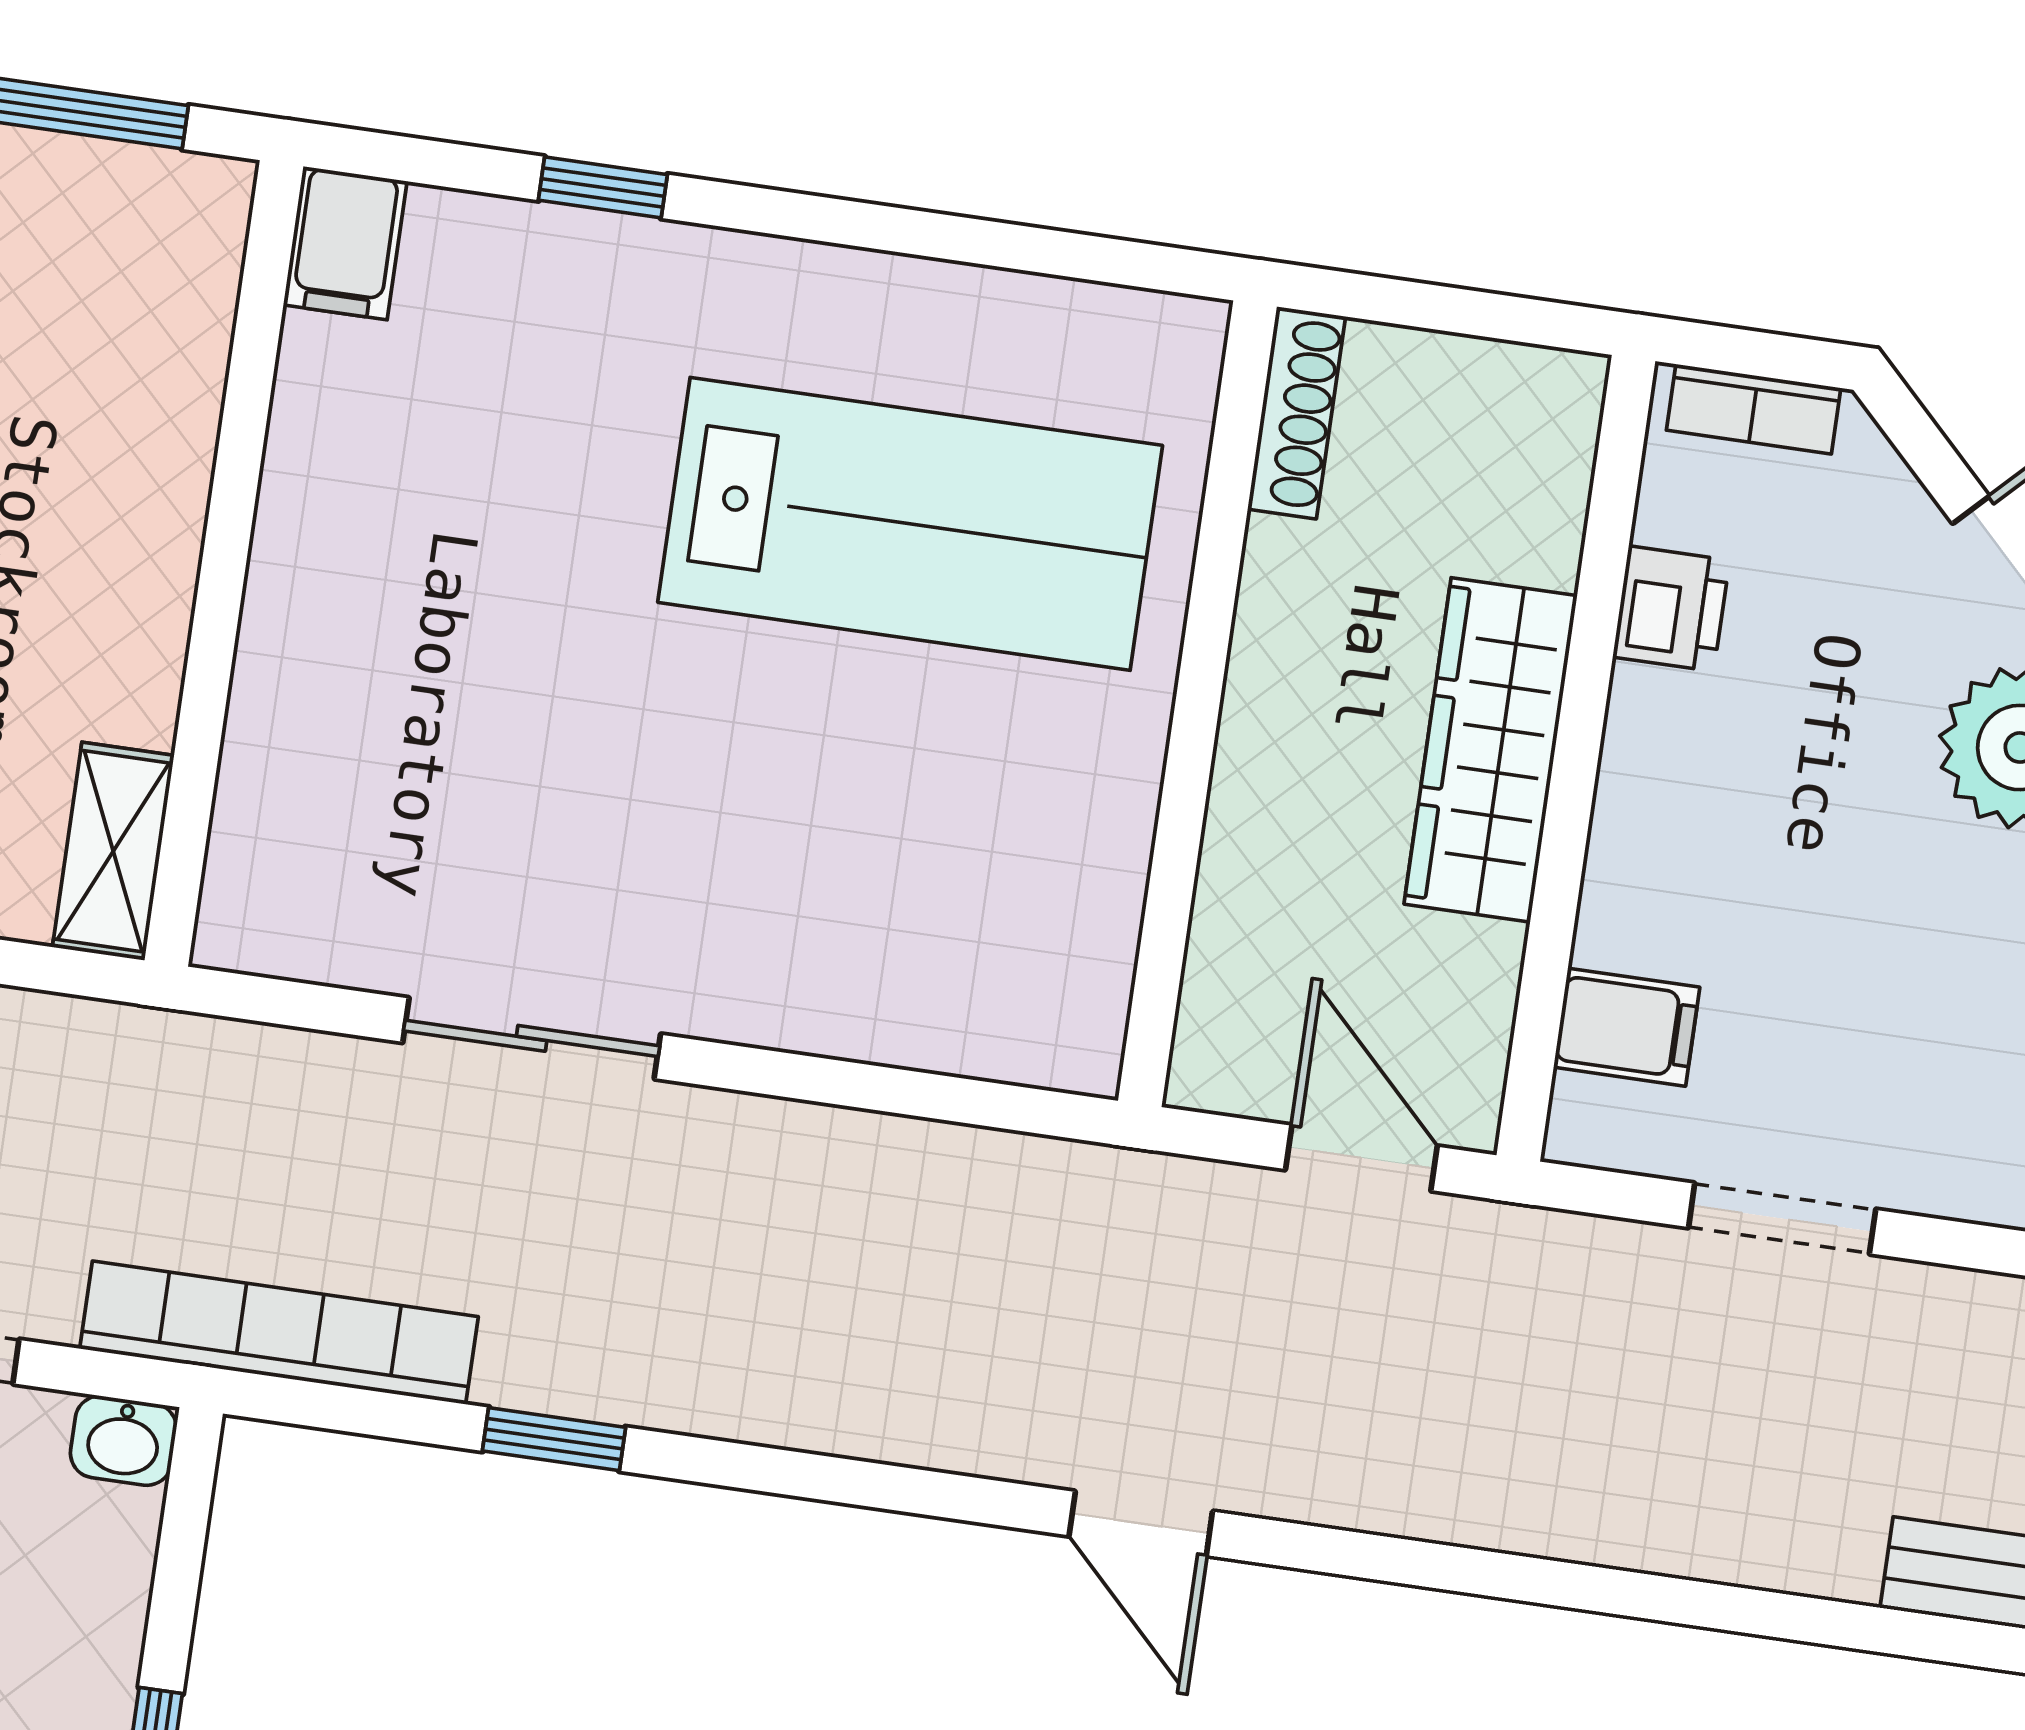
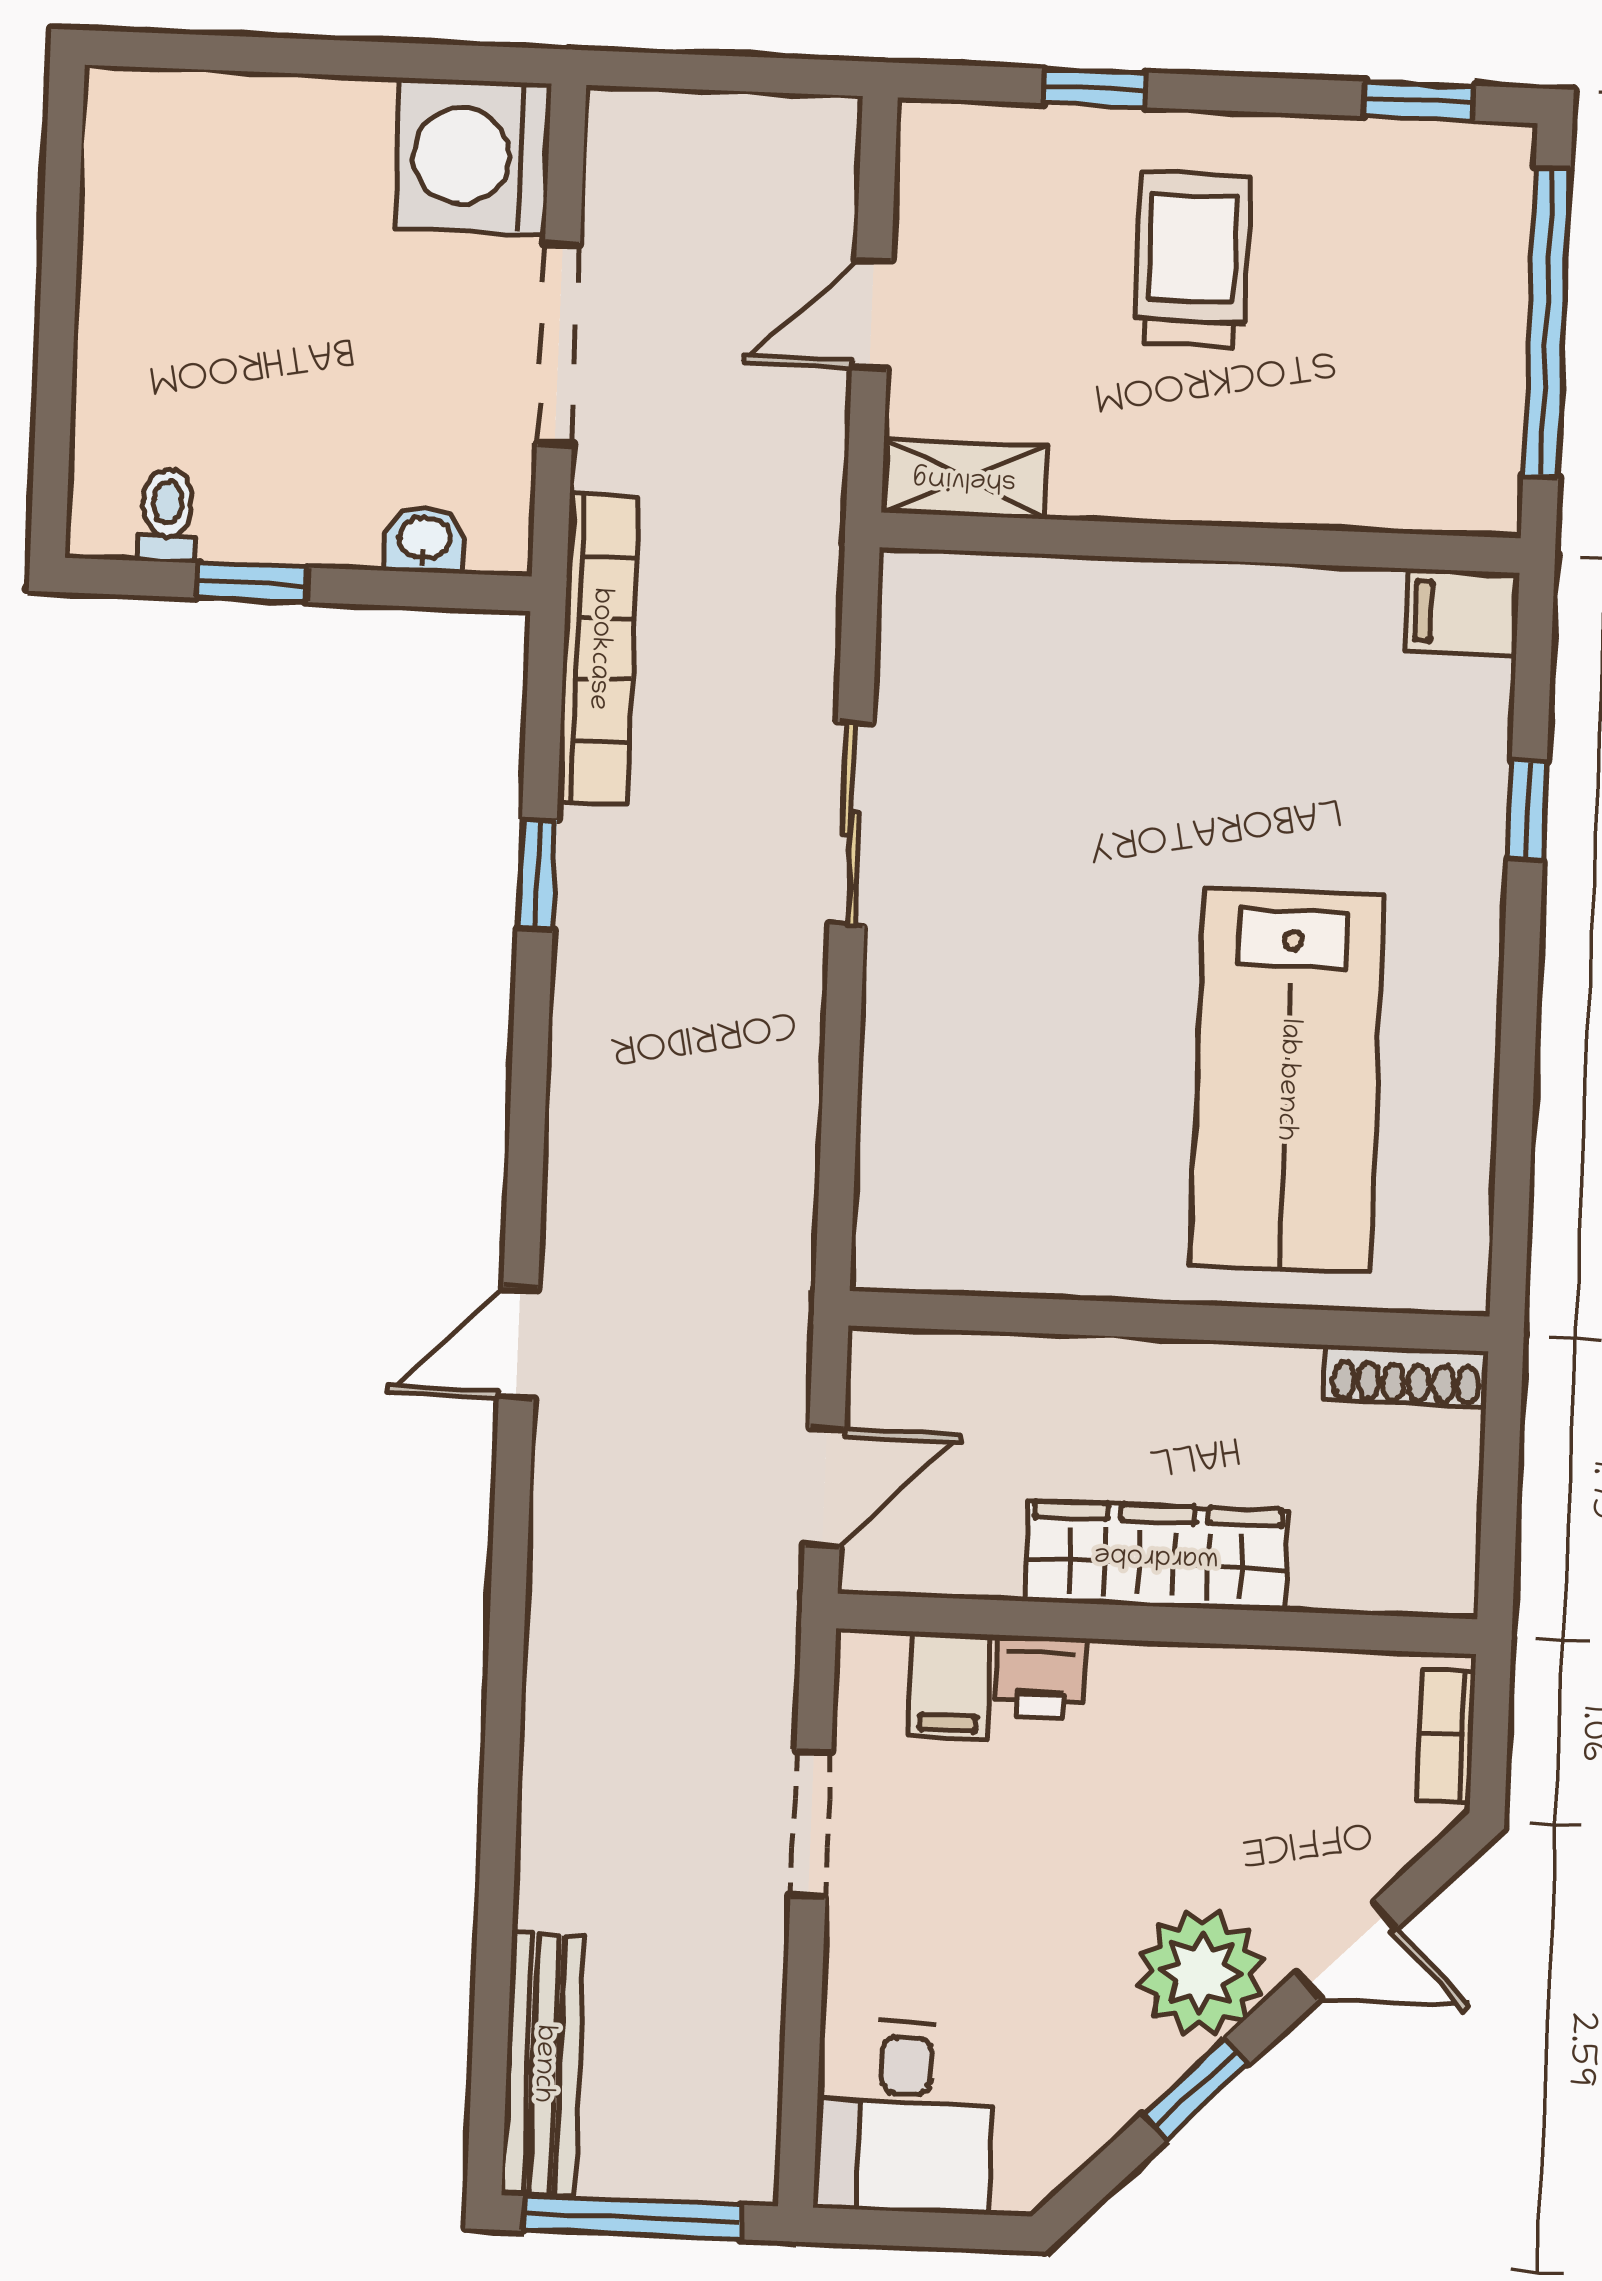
printer: (1671, 609) -> (1041, 1677), moved
washbasin: (123, 1441) -> (425, 540), moved, turned 90

